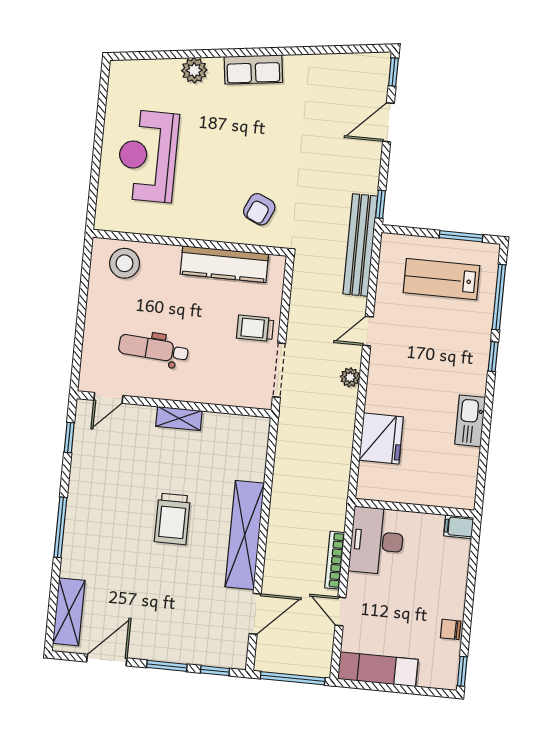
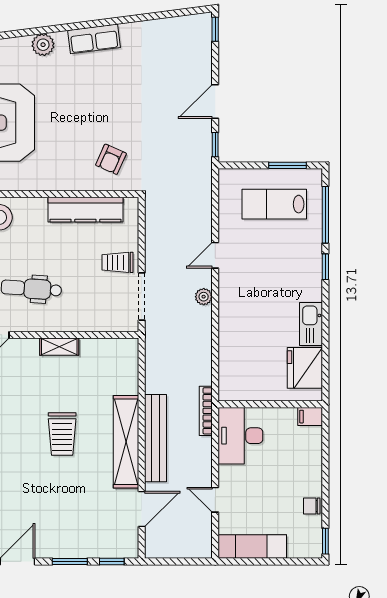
door: (388, 122) -> (215, 102), moved
bench: (360, 245) -> (156, 438), moved
fridge: (381, 438) -> (305, 368), moved, turned 180
bookcase: (335, 560) -> (206, 411), moved
window: (293, 678) -> (180, 561), removed

